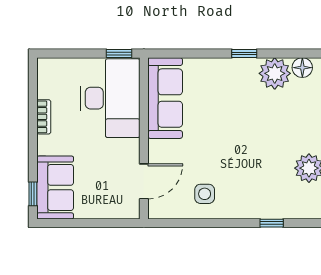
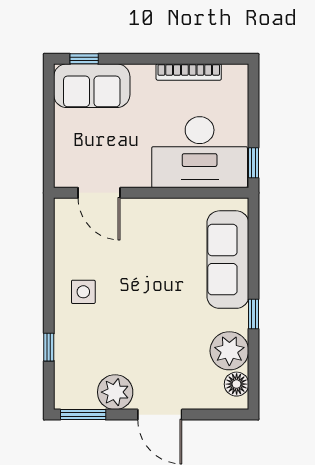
sofa: (165, 98) -> (228, 260), moved, turned 90
bookcase: (44, 117) -> (189, 72), width x1.56
side table: (205, 194) -> (83, 292), moved

